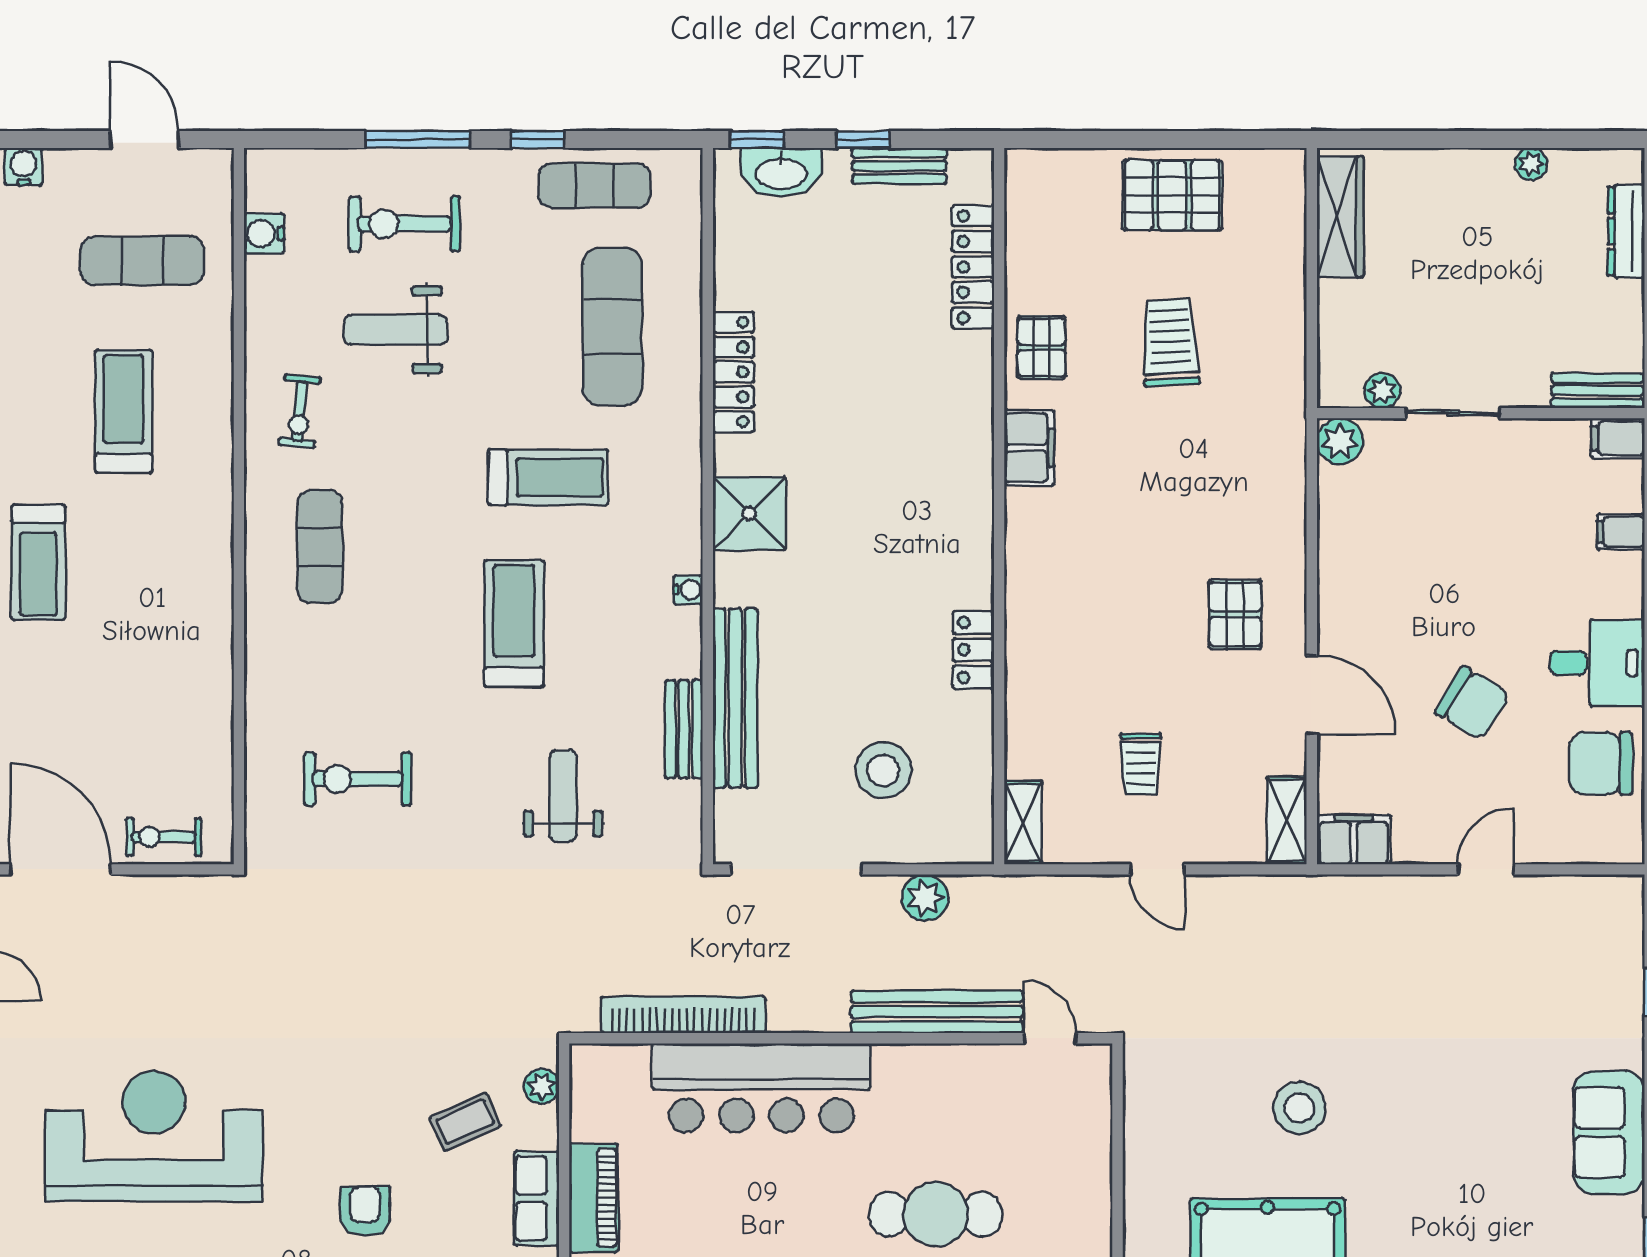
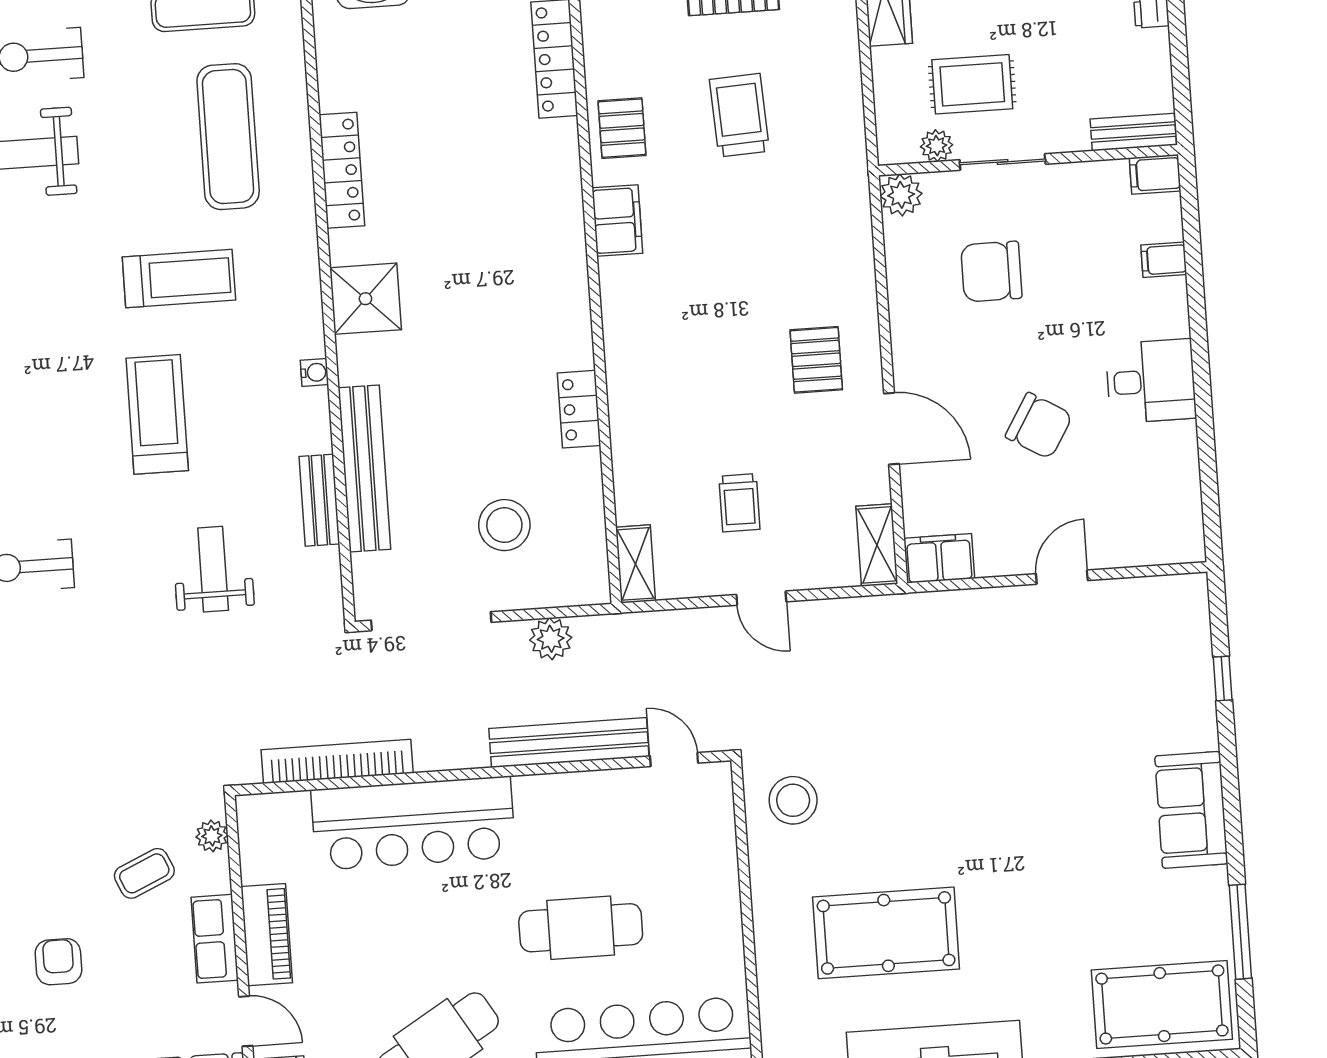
rug: (1426, 326) -> (972, 84), added
chair: (1601, 763) -> (991, 272), moved
stool: (1299, 1108) -> (793, 800), moved

